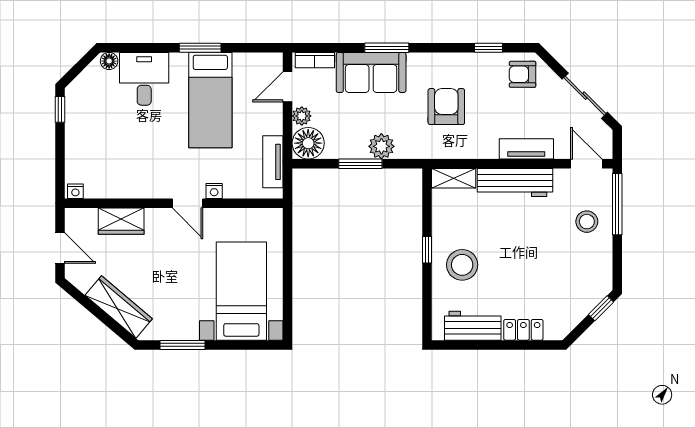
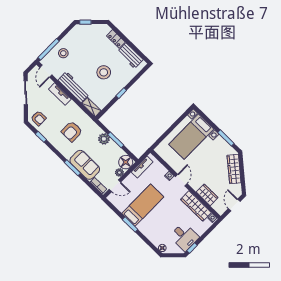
desk: (144, 79) -> (184, 237), moved, turned -90
wardrobe: (121, 185) -> (196, 206), added
stool: (462, 265) -> (104, 72), moved

